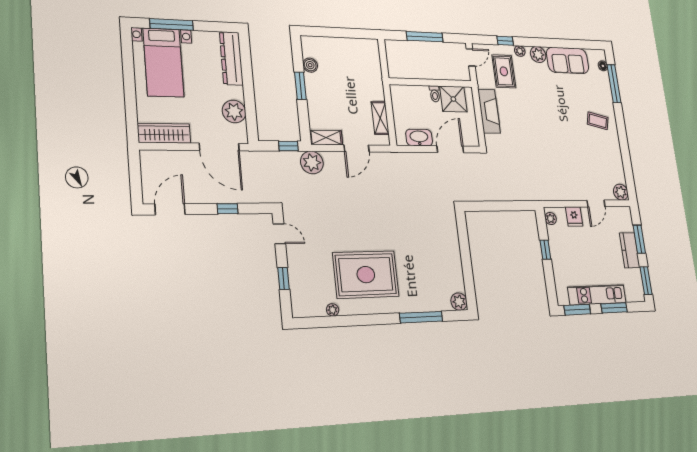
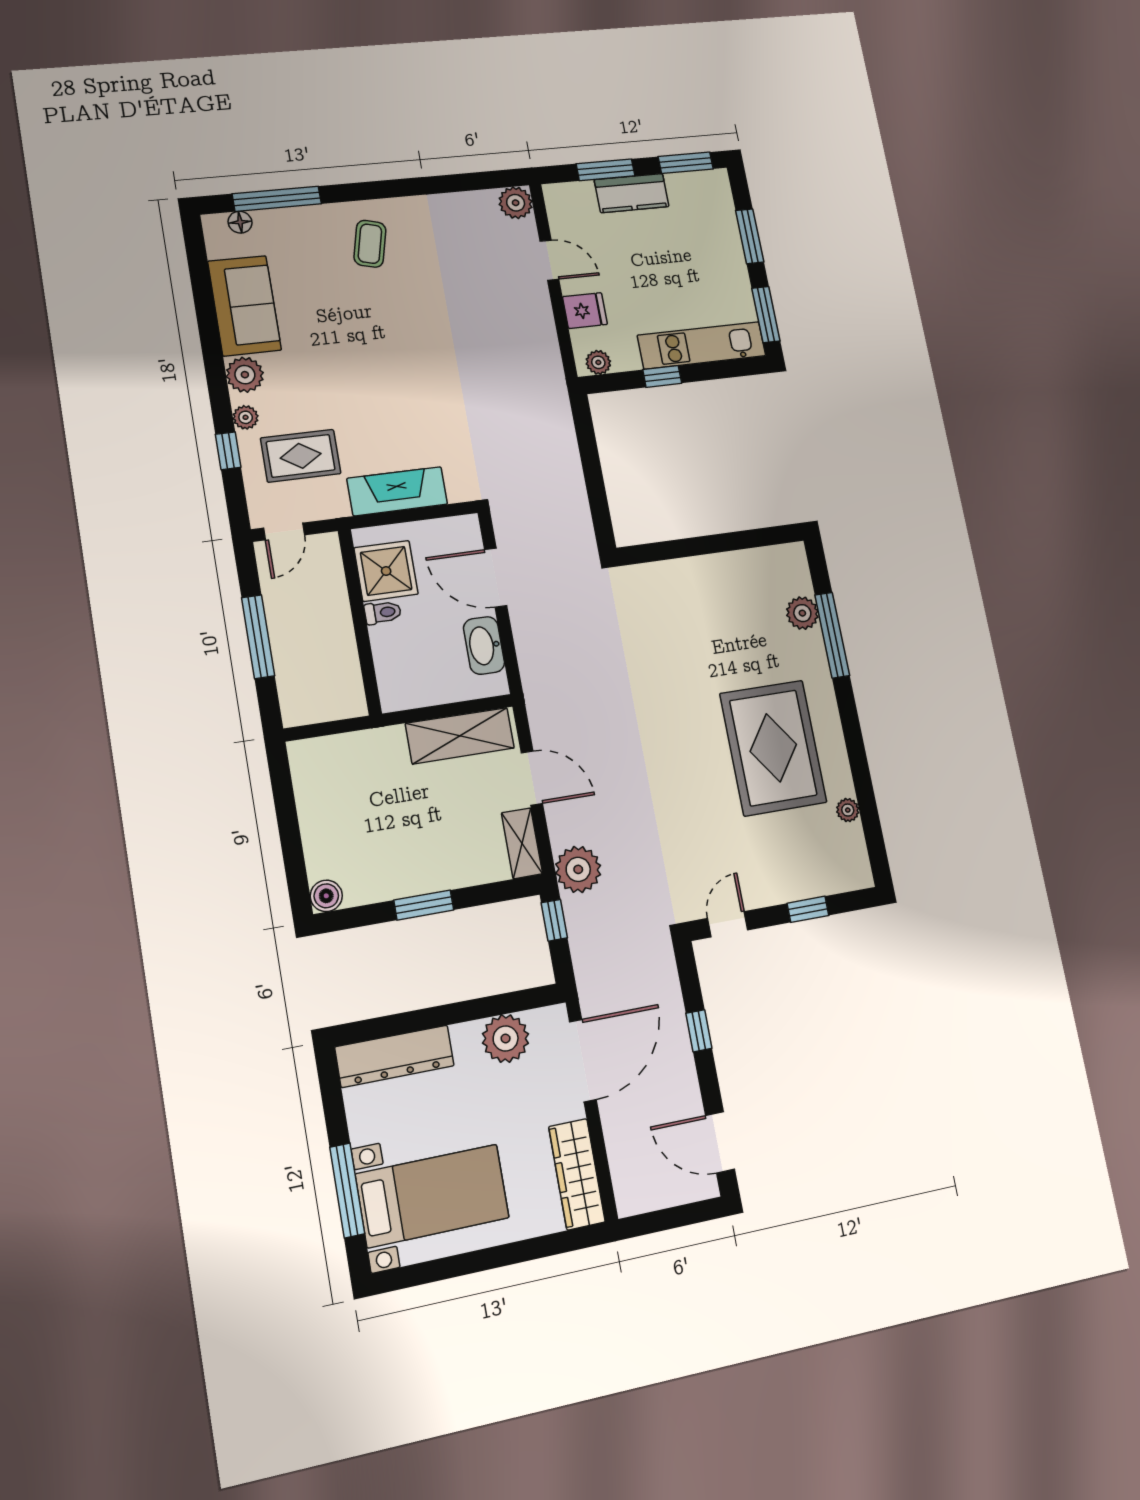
door: (471, 57) -> (284, 531), swing flipped
boiler: (310, 65) -> (326, 896), moved
shelving: (380, 118) -> (460, 736), width x1.50, depth x1.33
kitchen unit: (597, 295) -> (702, 345), moved, turned 90
plant: (459, 302) -> (802, 613), moved

